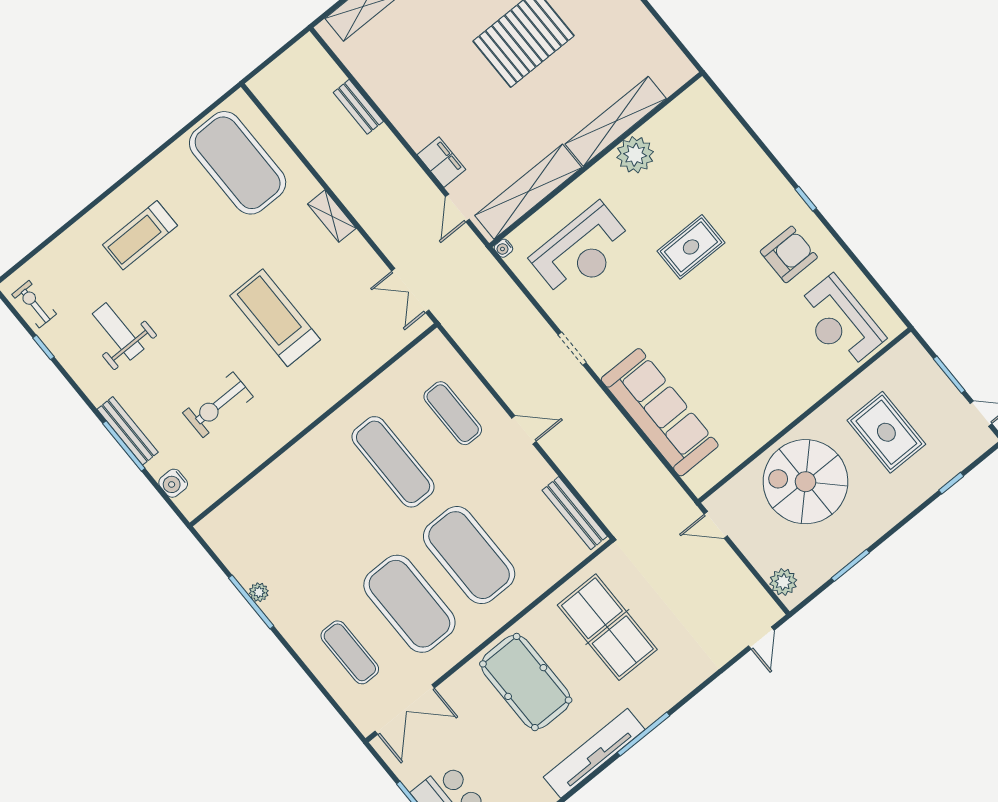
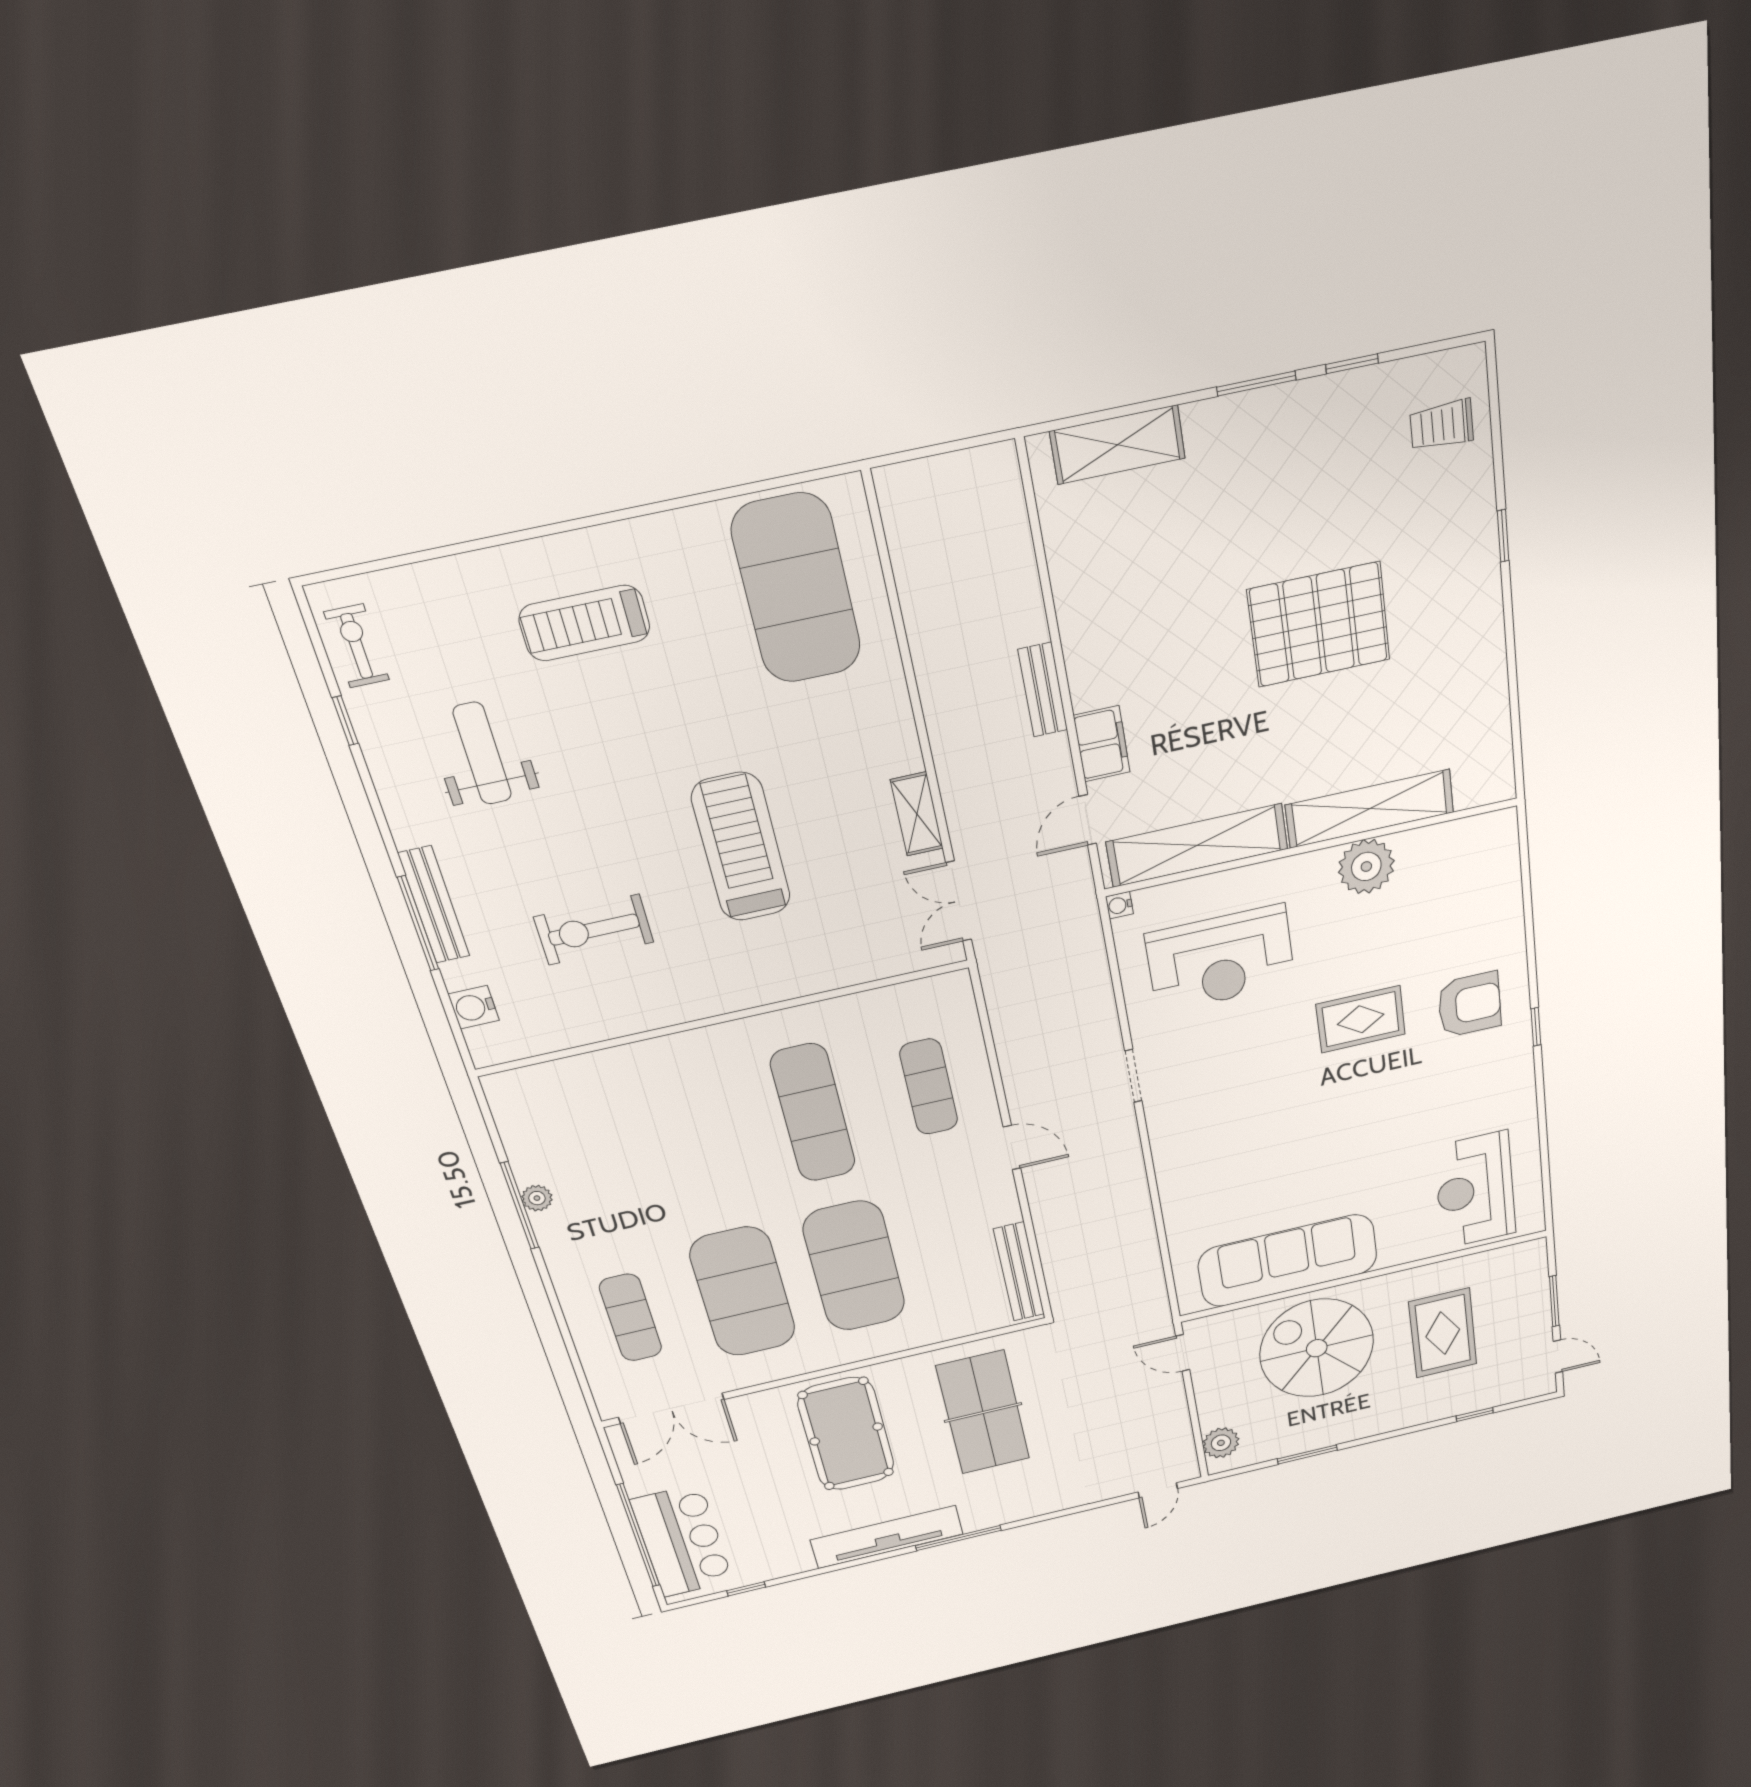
bench: (358, 107) -> (1043, 690), moved
shelving: (332, 216) -> (917, 814), moved
armchair: (789, 254) -> (1470, 1005), moved
sofa: (660, 412) -> (1288, 1261), moved, turned -90

